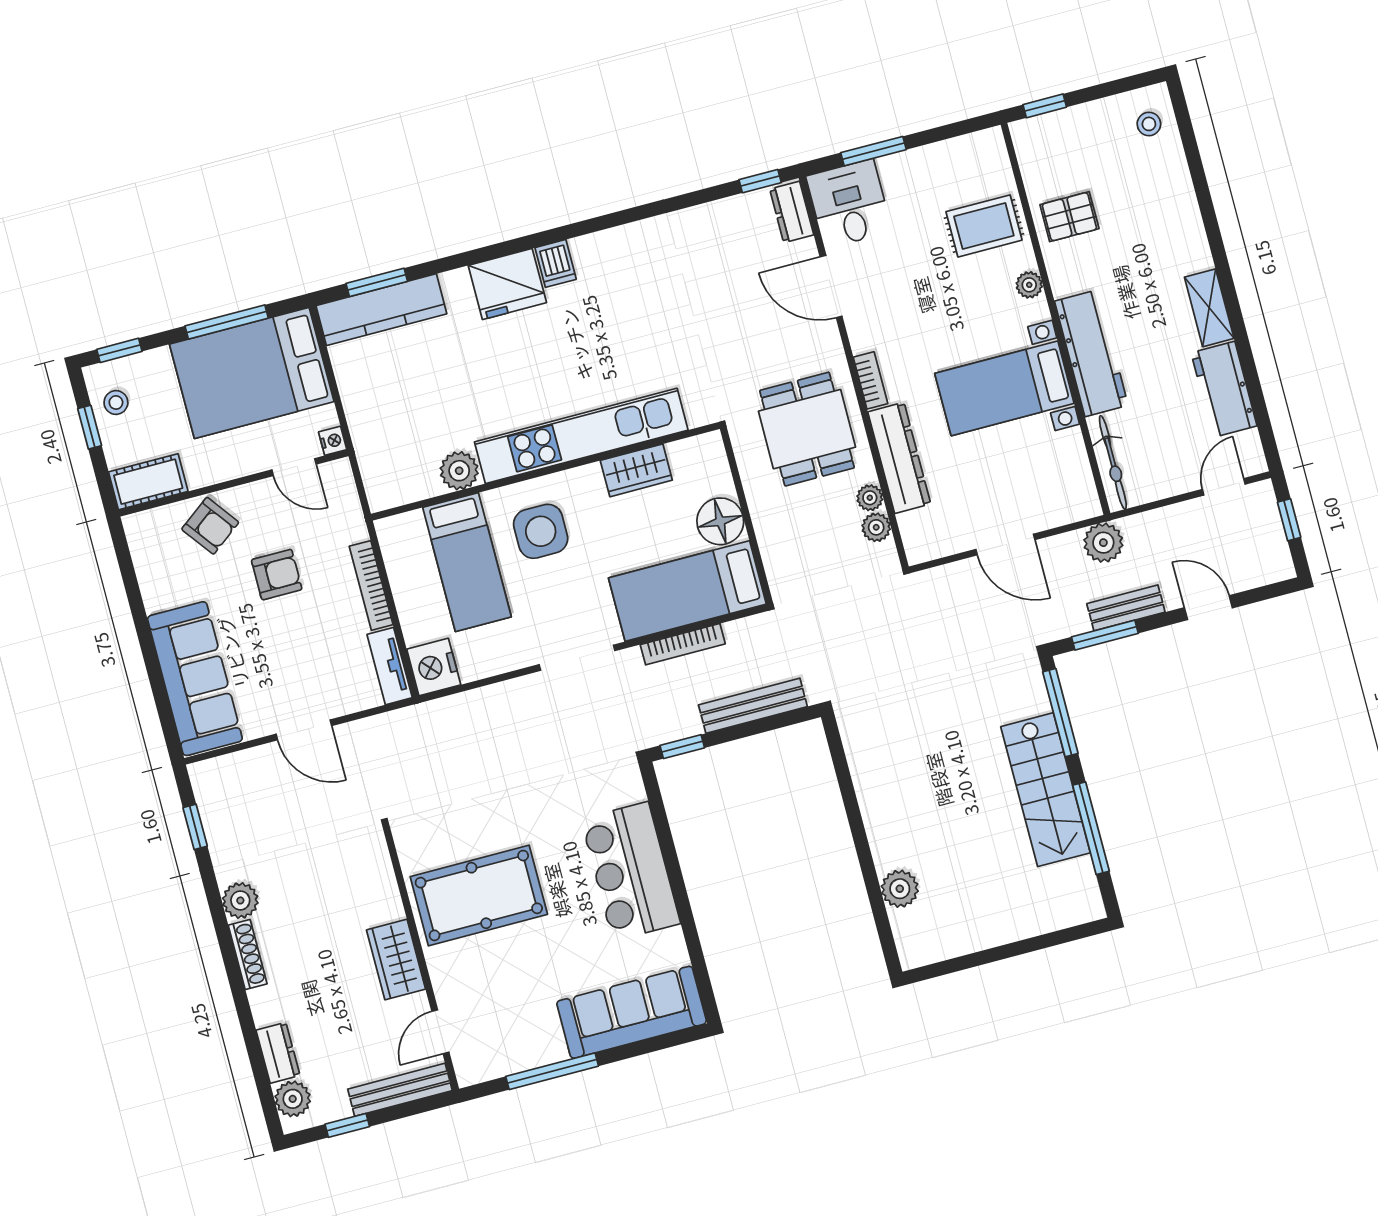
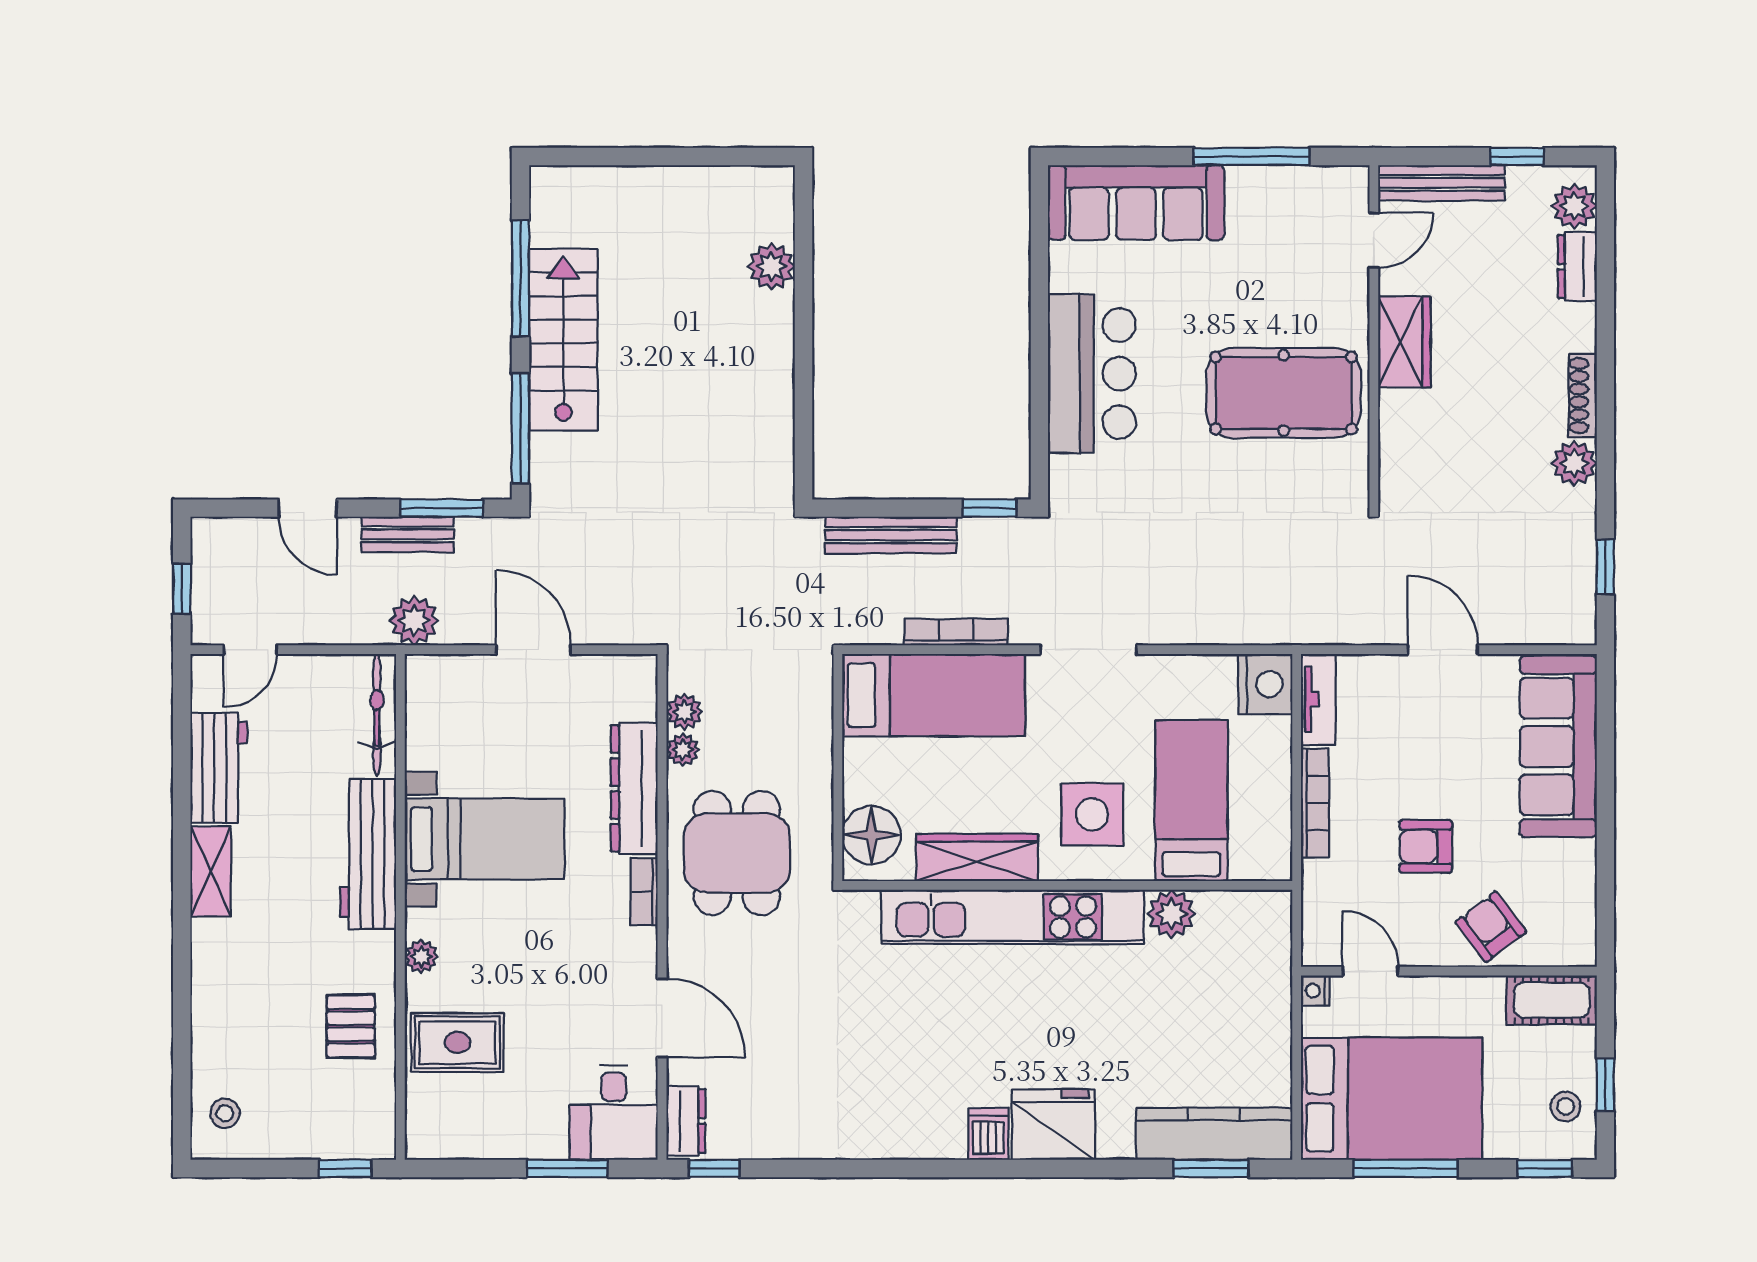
pallet: (1069, 217) -> (351, 1026), turned 90
wardrobe: (636, 470) -> (977, 858), width x1.50
floor lamp: (720, 521) -> (871, 835), moved

